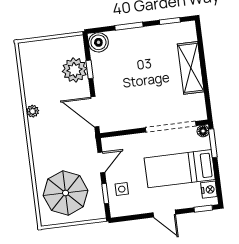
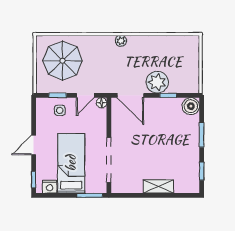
shelving: (191, 68) -> (158, 186), width x0.67, depth x0.75
plant: (75, 70) -> (157, 82), moved
plant: (33, 111) -> (121, 41), moved
door: (95, 112) -> (130, 95), swing flipped
floor lamp: (203, 131) -> (102, 103), moved
door: (101, 162) -> (85, 95), hinge flipped

